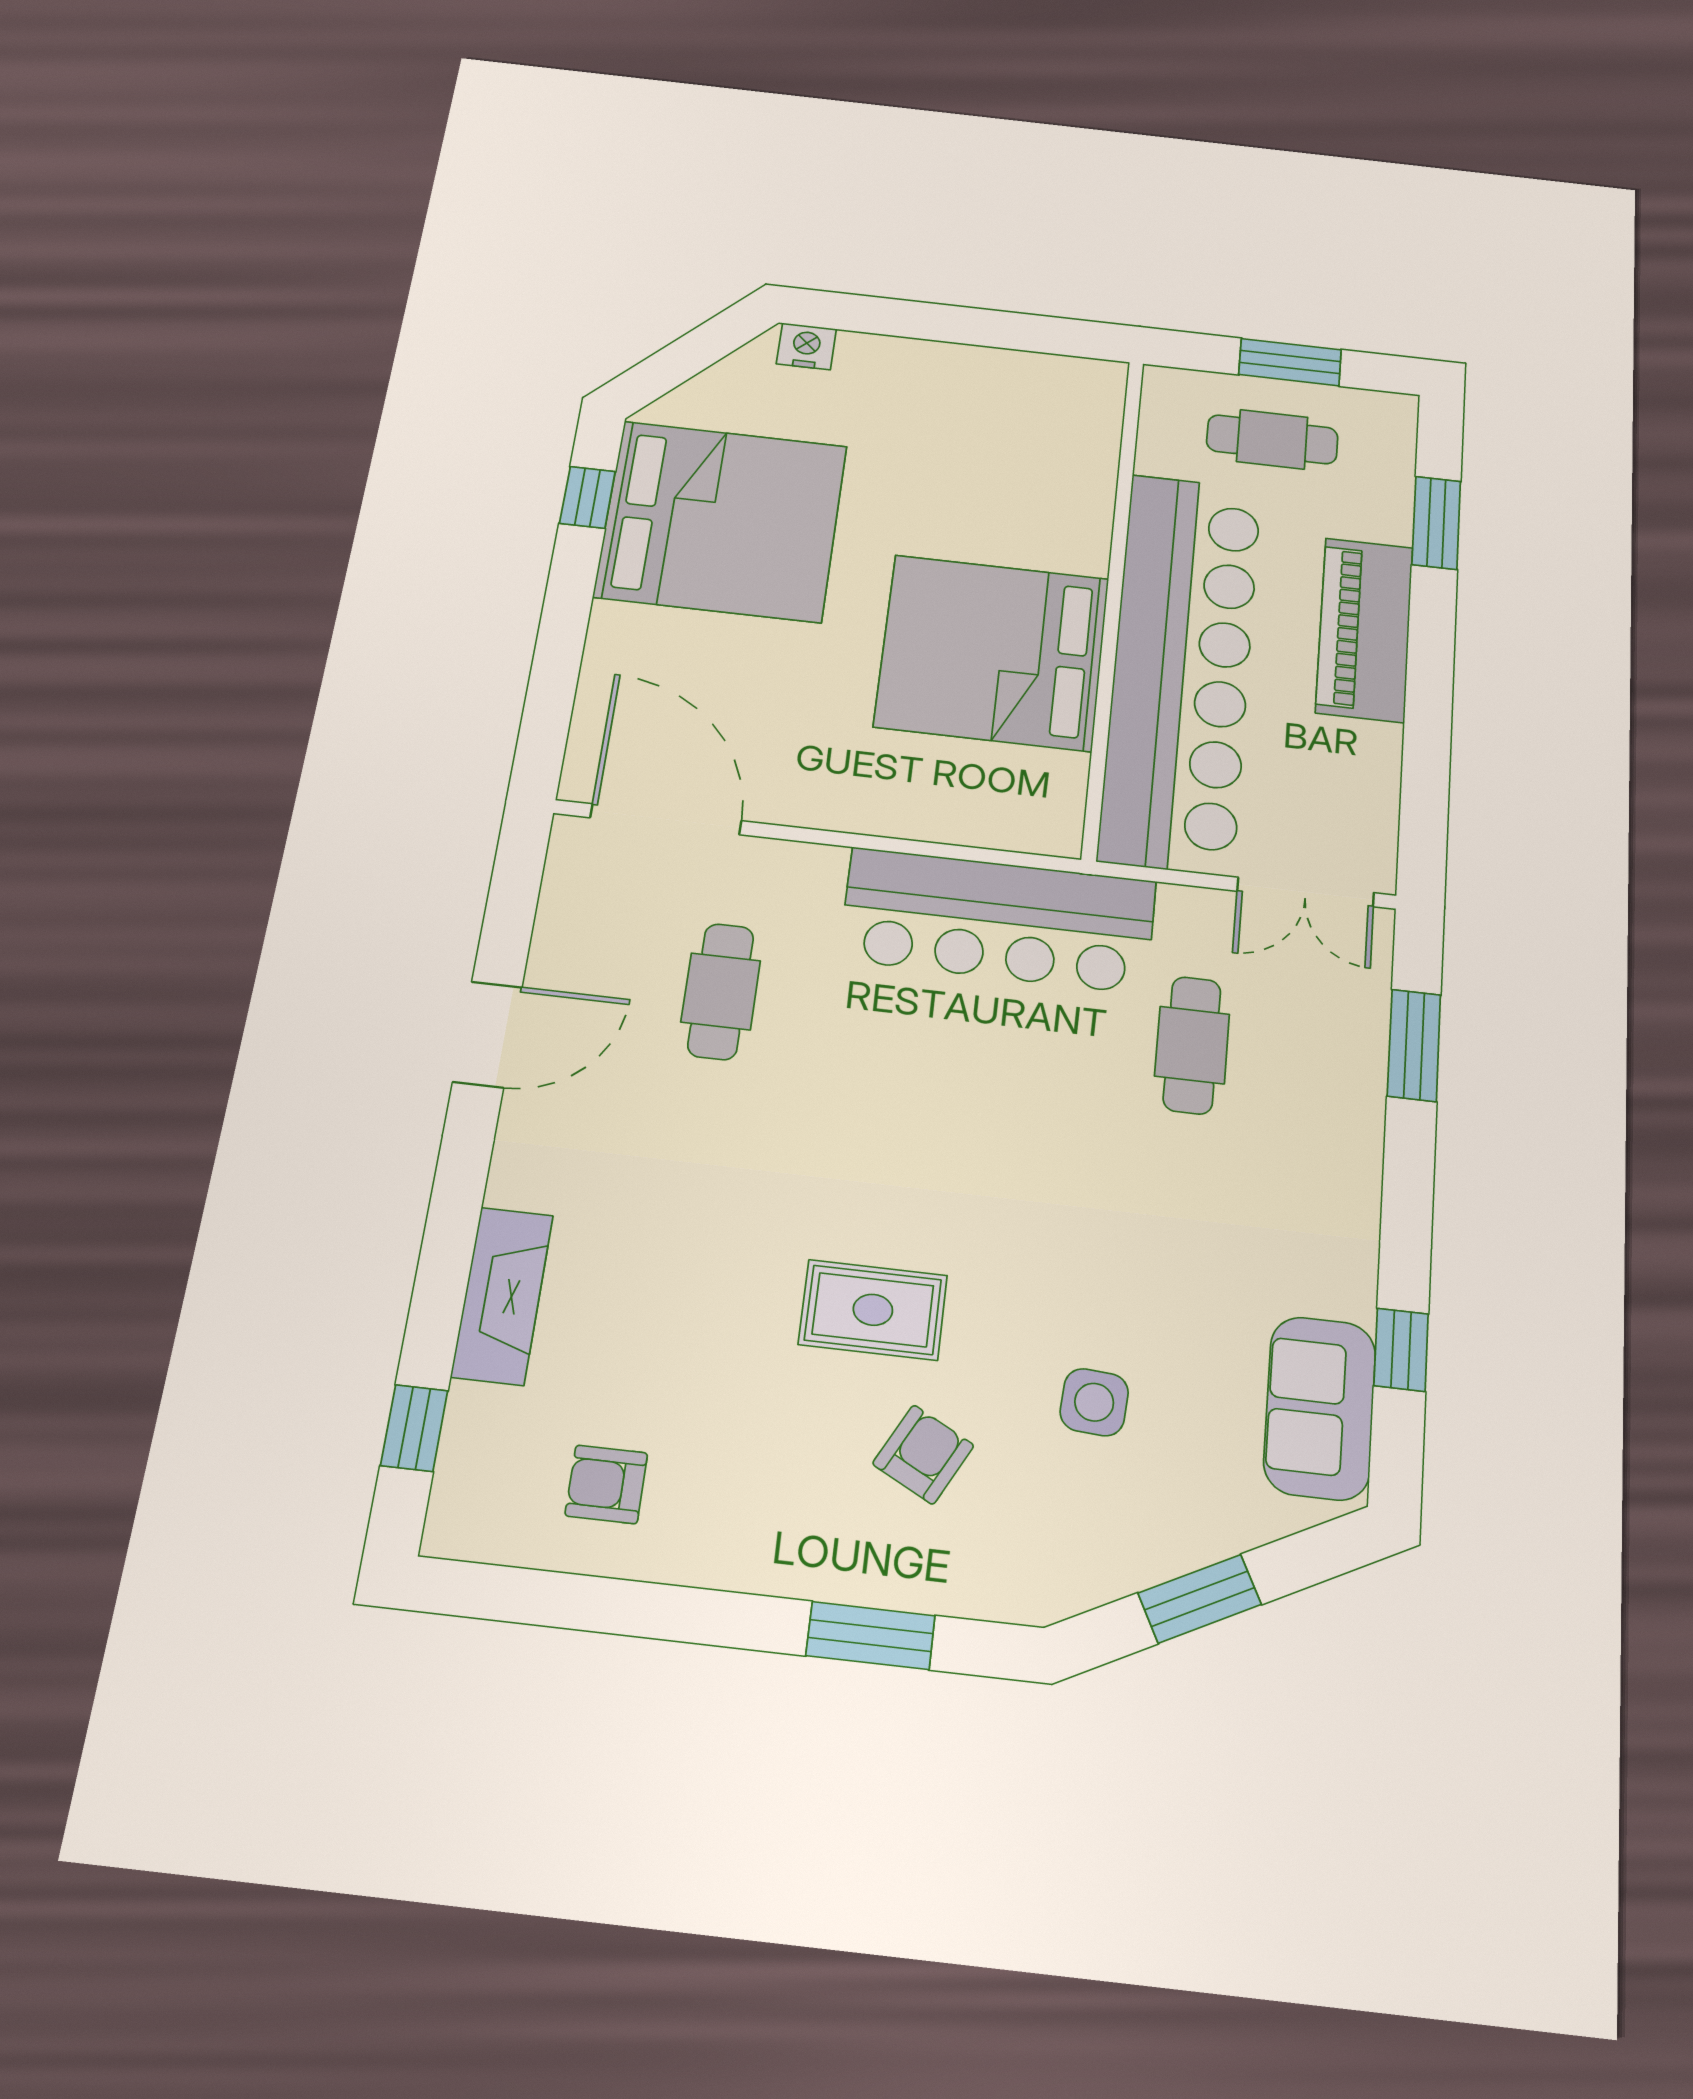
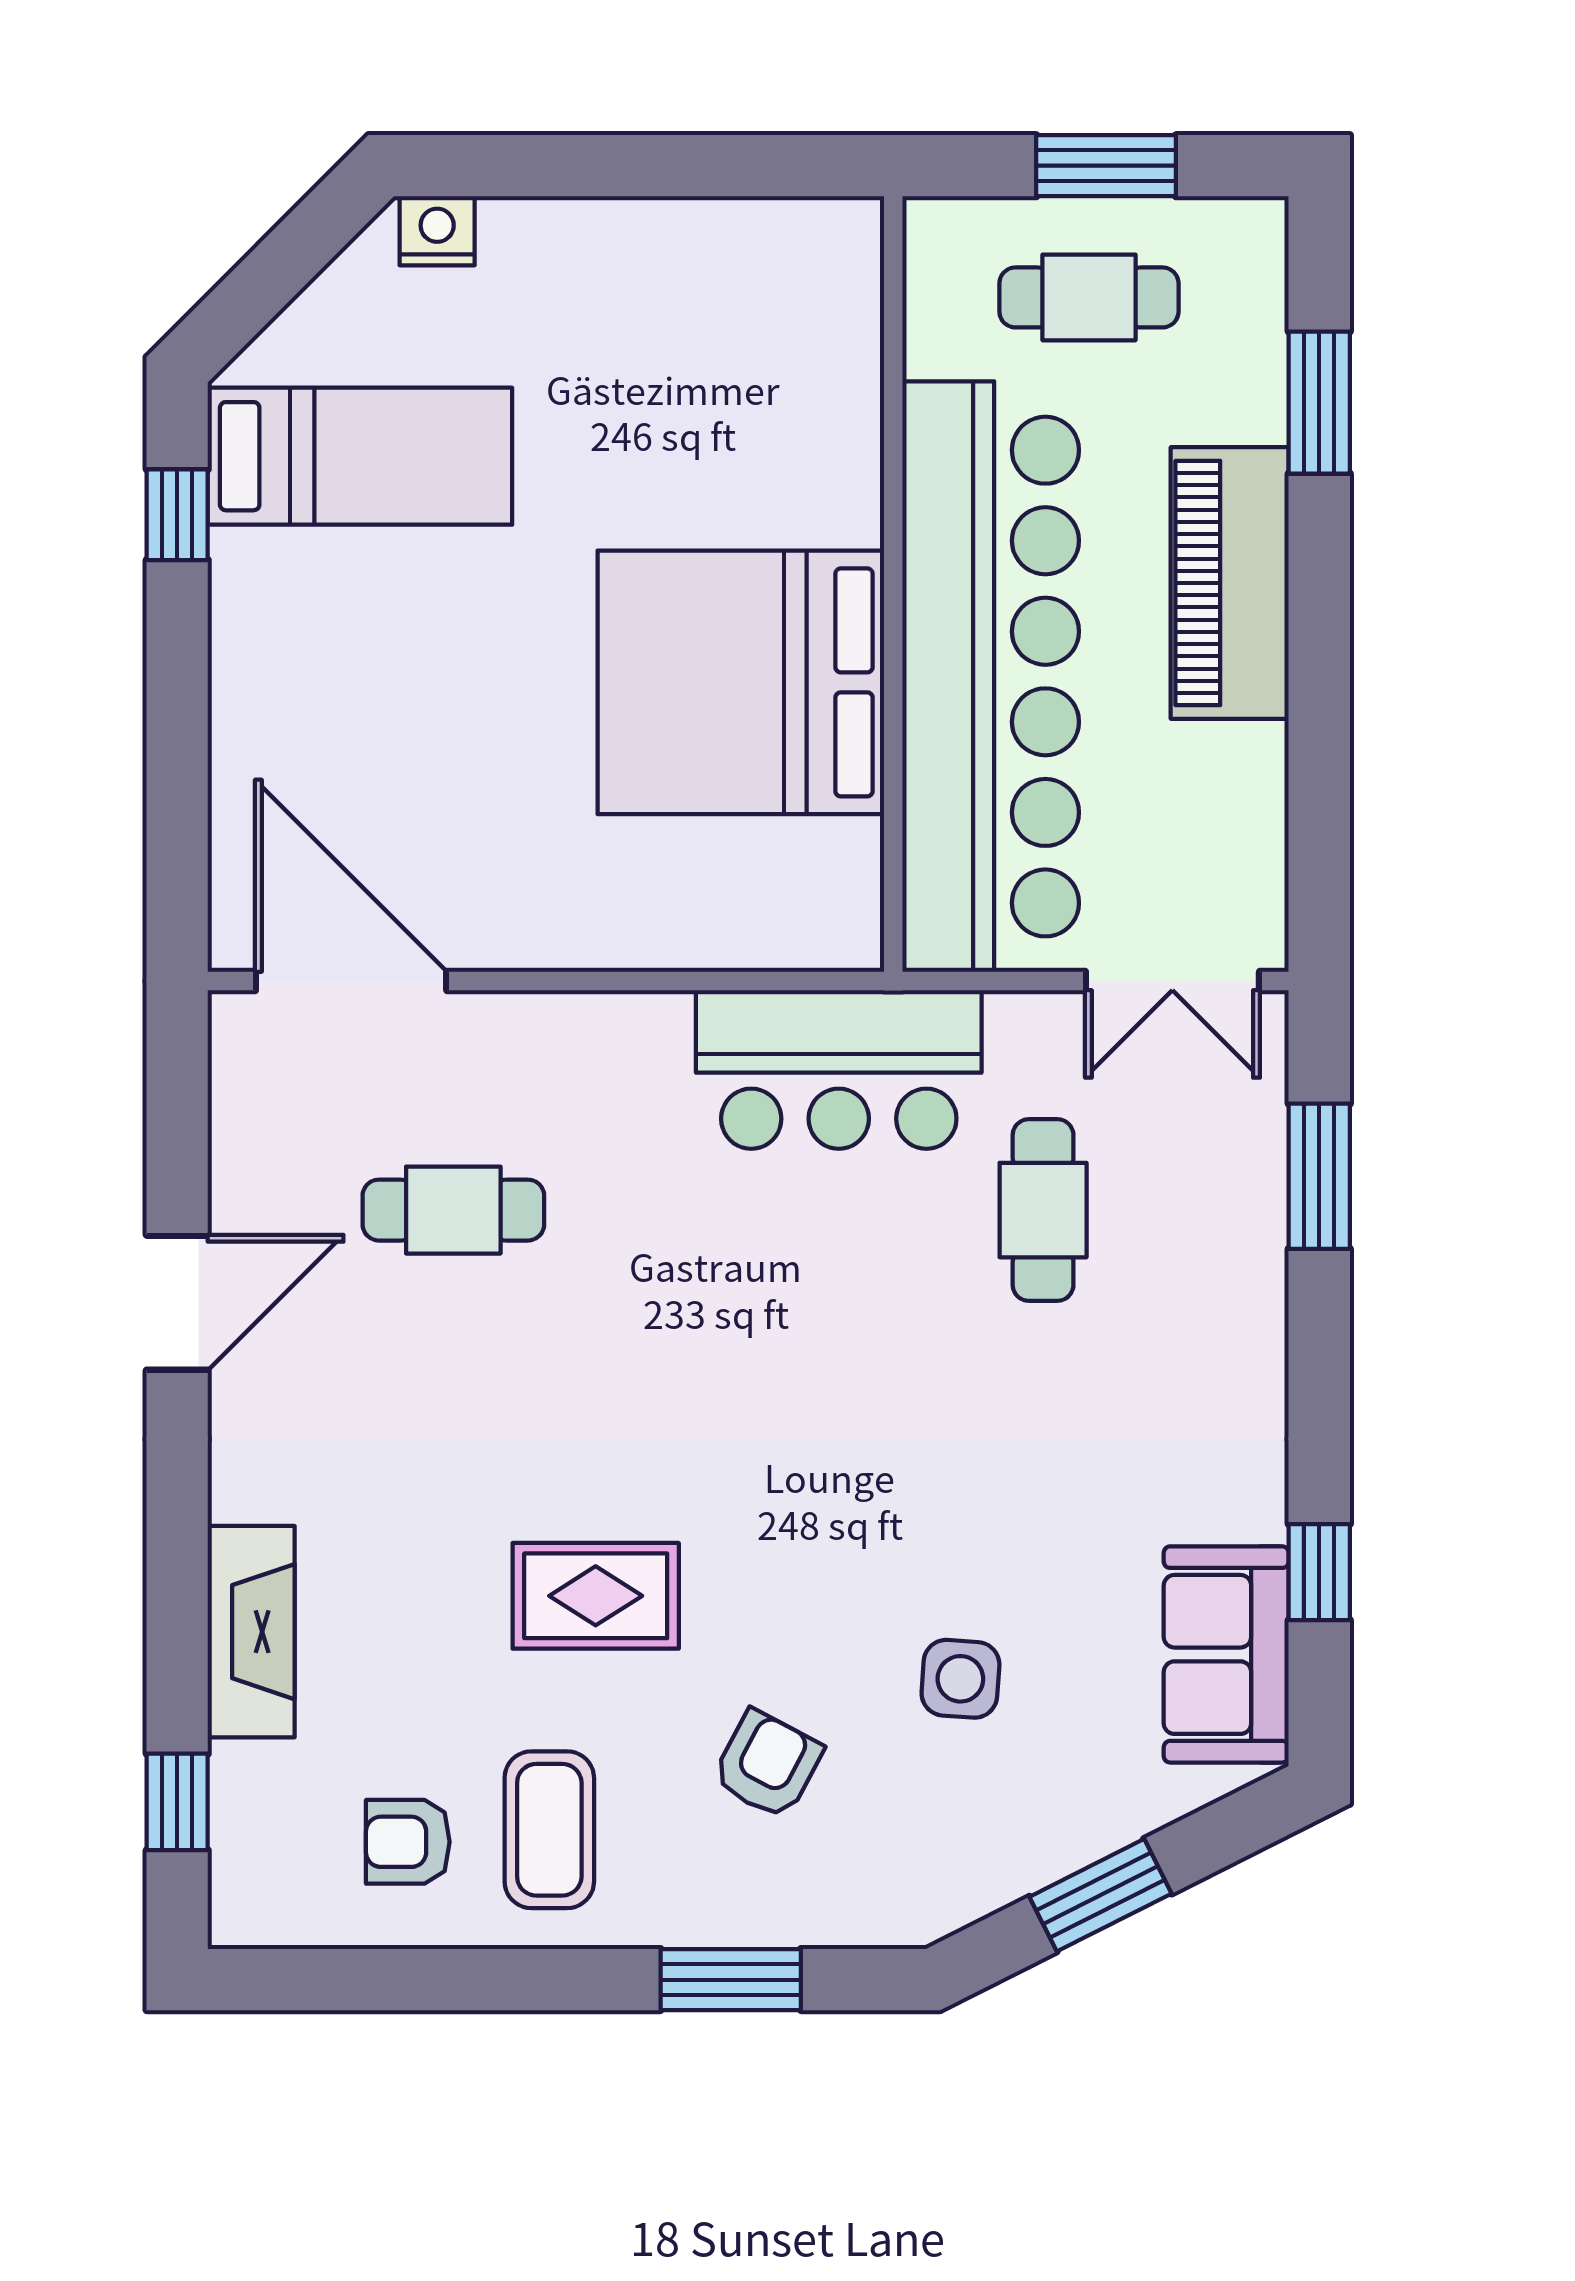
bed: (721, 521) -> (360, 456), width x0.49
bar counter: (998, 920) -> (839, 1070), width x0.73
cafe table: (721, 991) -> (453, 1210), turned 90
rug: (873, 1310) -> (596, 1596), moved
coffee table: (730, 1488) -> (549, 1830), added

